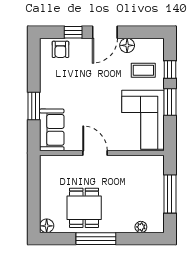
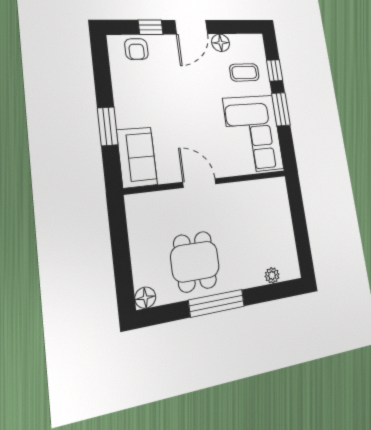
window: (170, 194) -> (300, 225), removed

